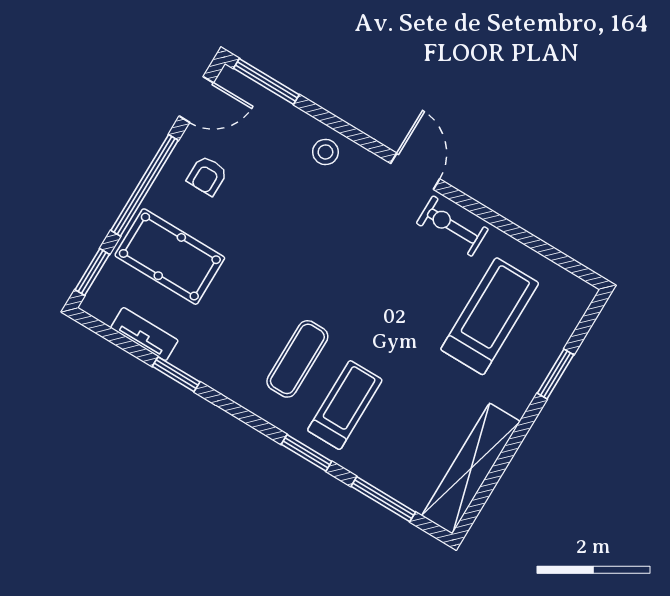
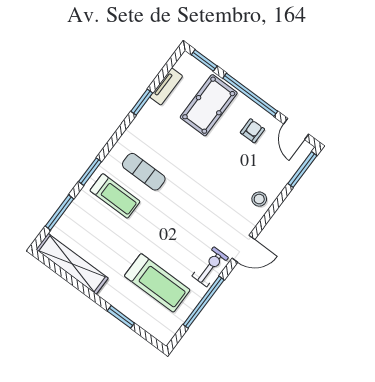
armchair: (207, 176) -> (252, 131), turned 90
window: (516, 232) -> (204, 302), added

